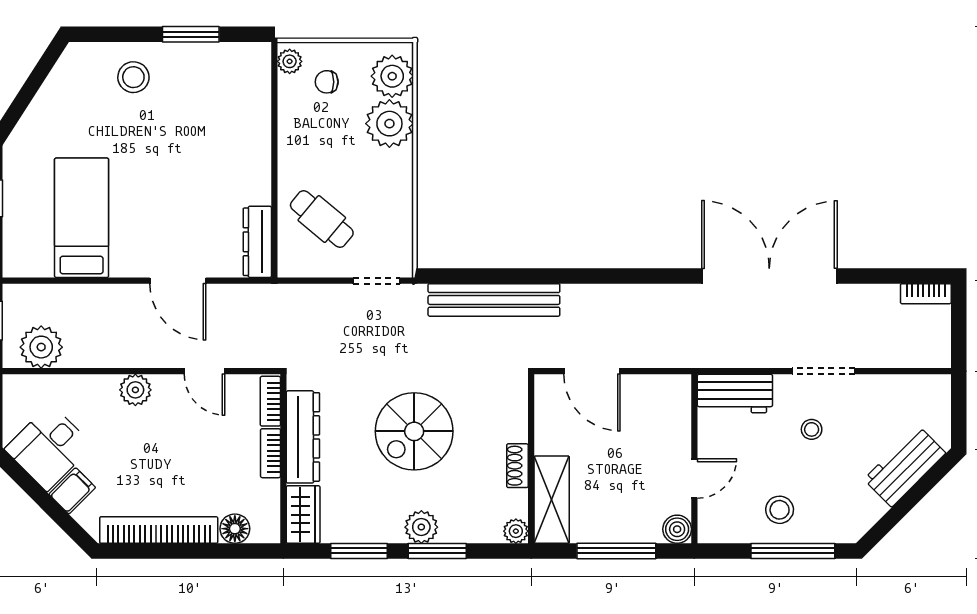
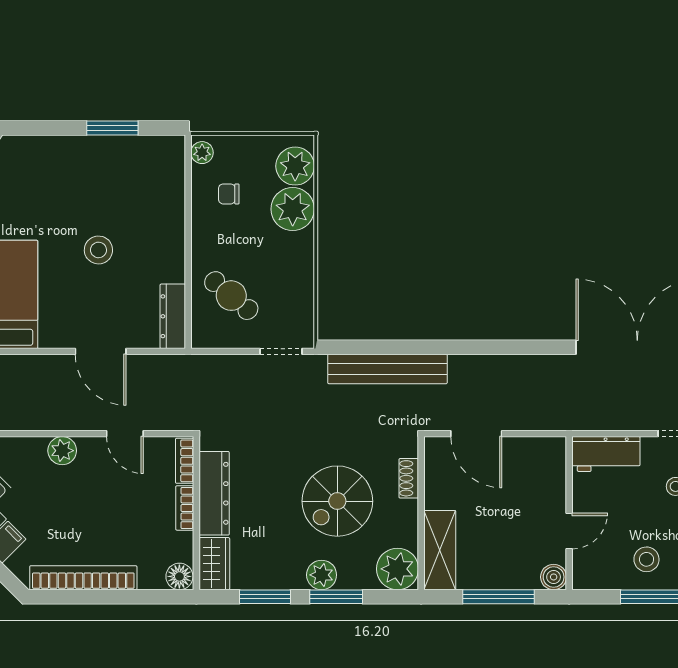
stool: (133, 77) -> (98, 250), moved
chair: (327, 82) -> (229, 194), moved
spiral stairs: (414, 431) -> (337, 501), moved
shoe rack: (517, 466) -> (409, 478), moved
floor lamp: (235, 529) -> (179, 576), moved
plant: (516, 531) -> (398, 569), width x1.88, depth x1.88

